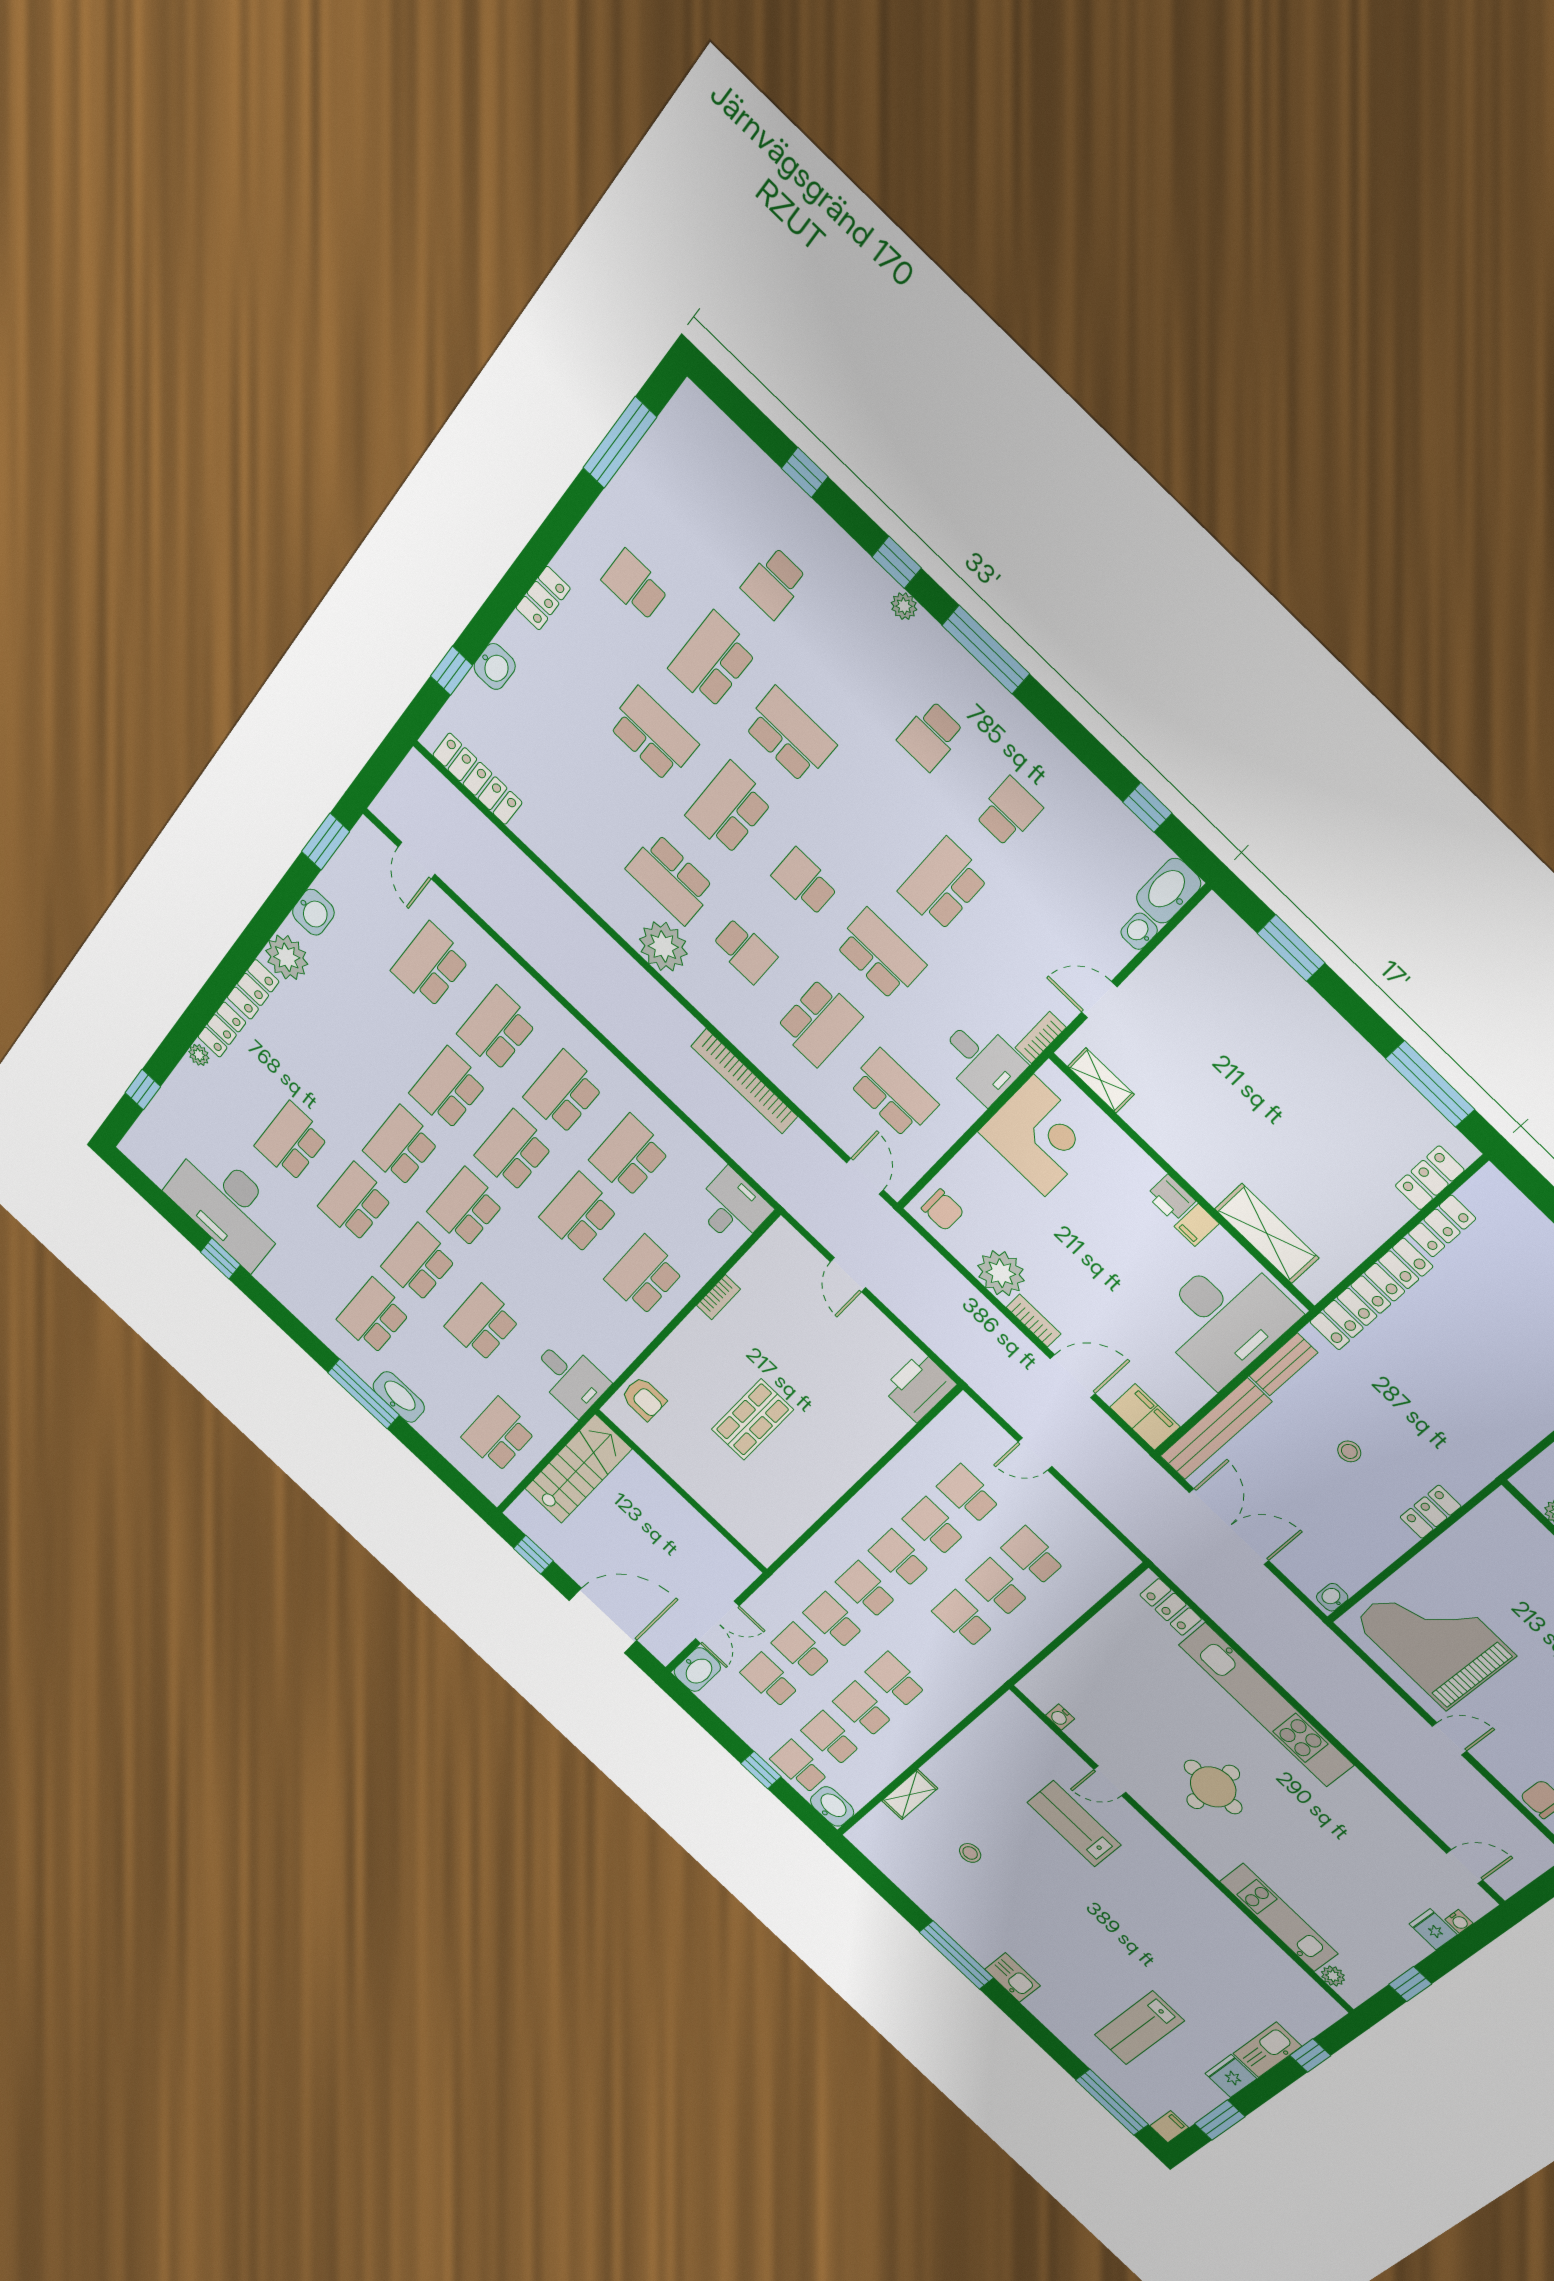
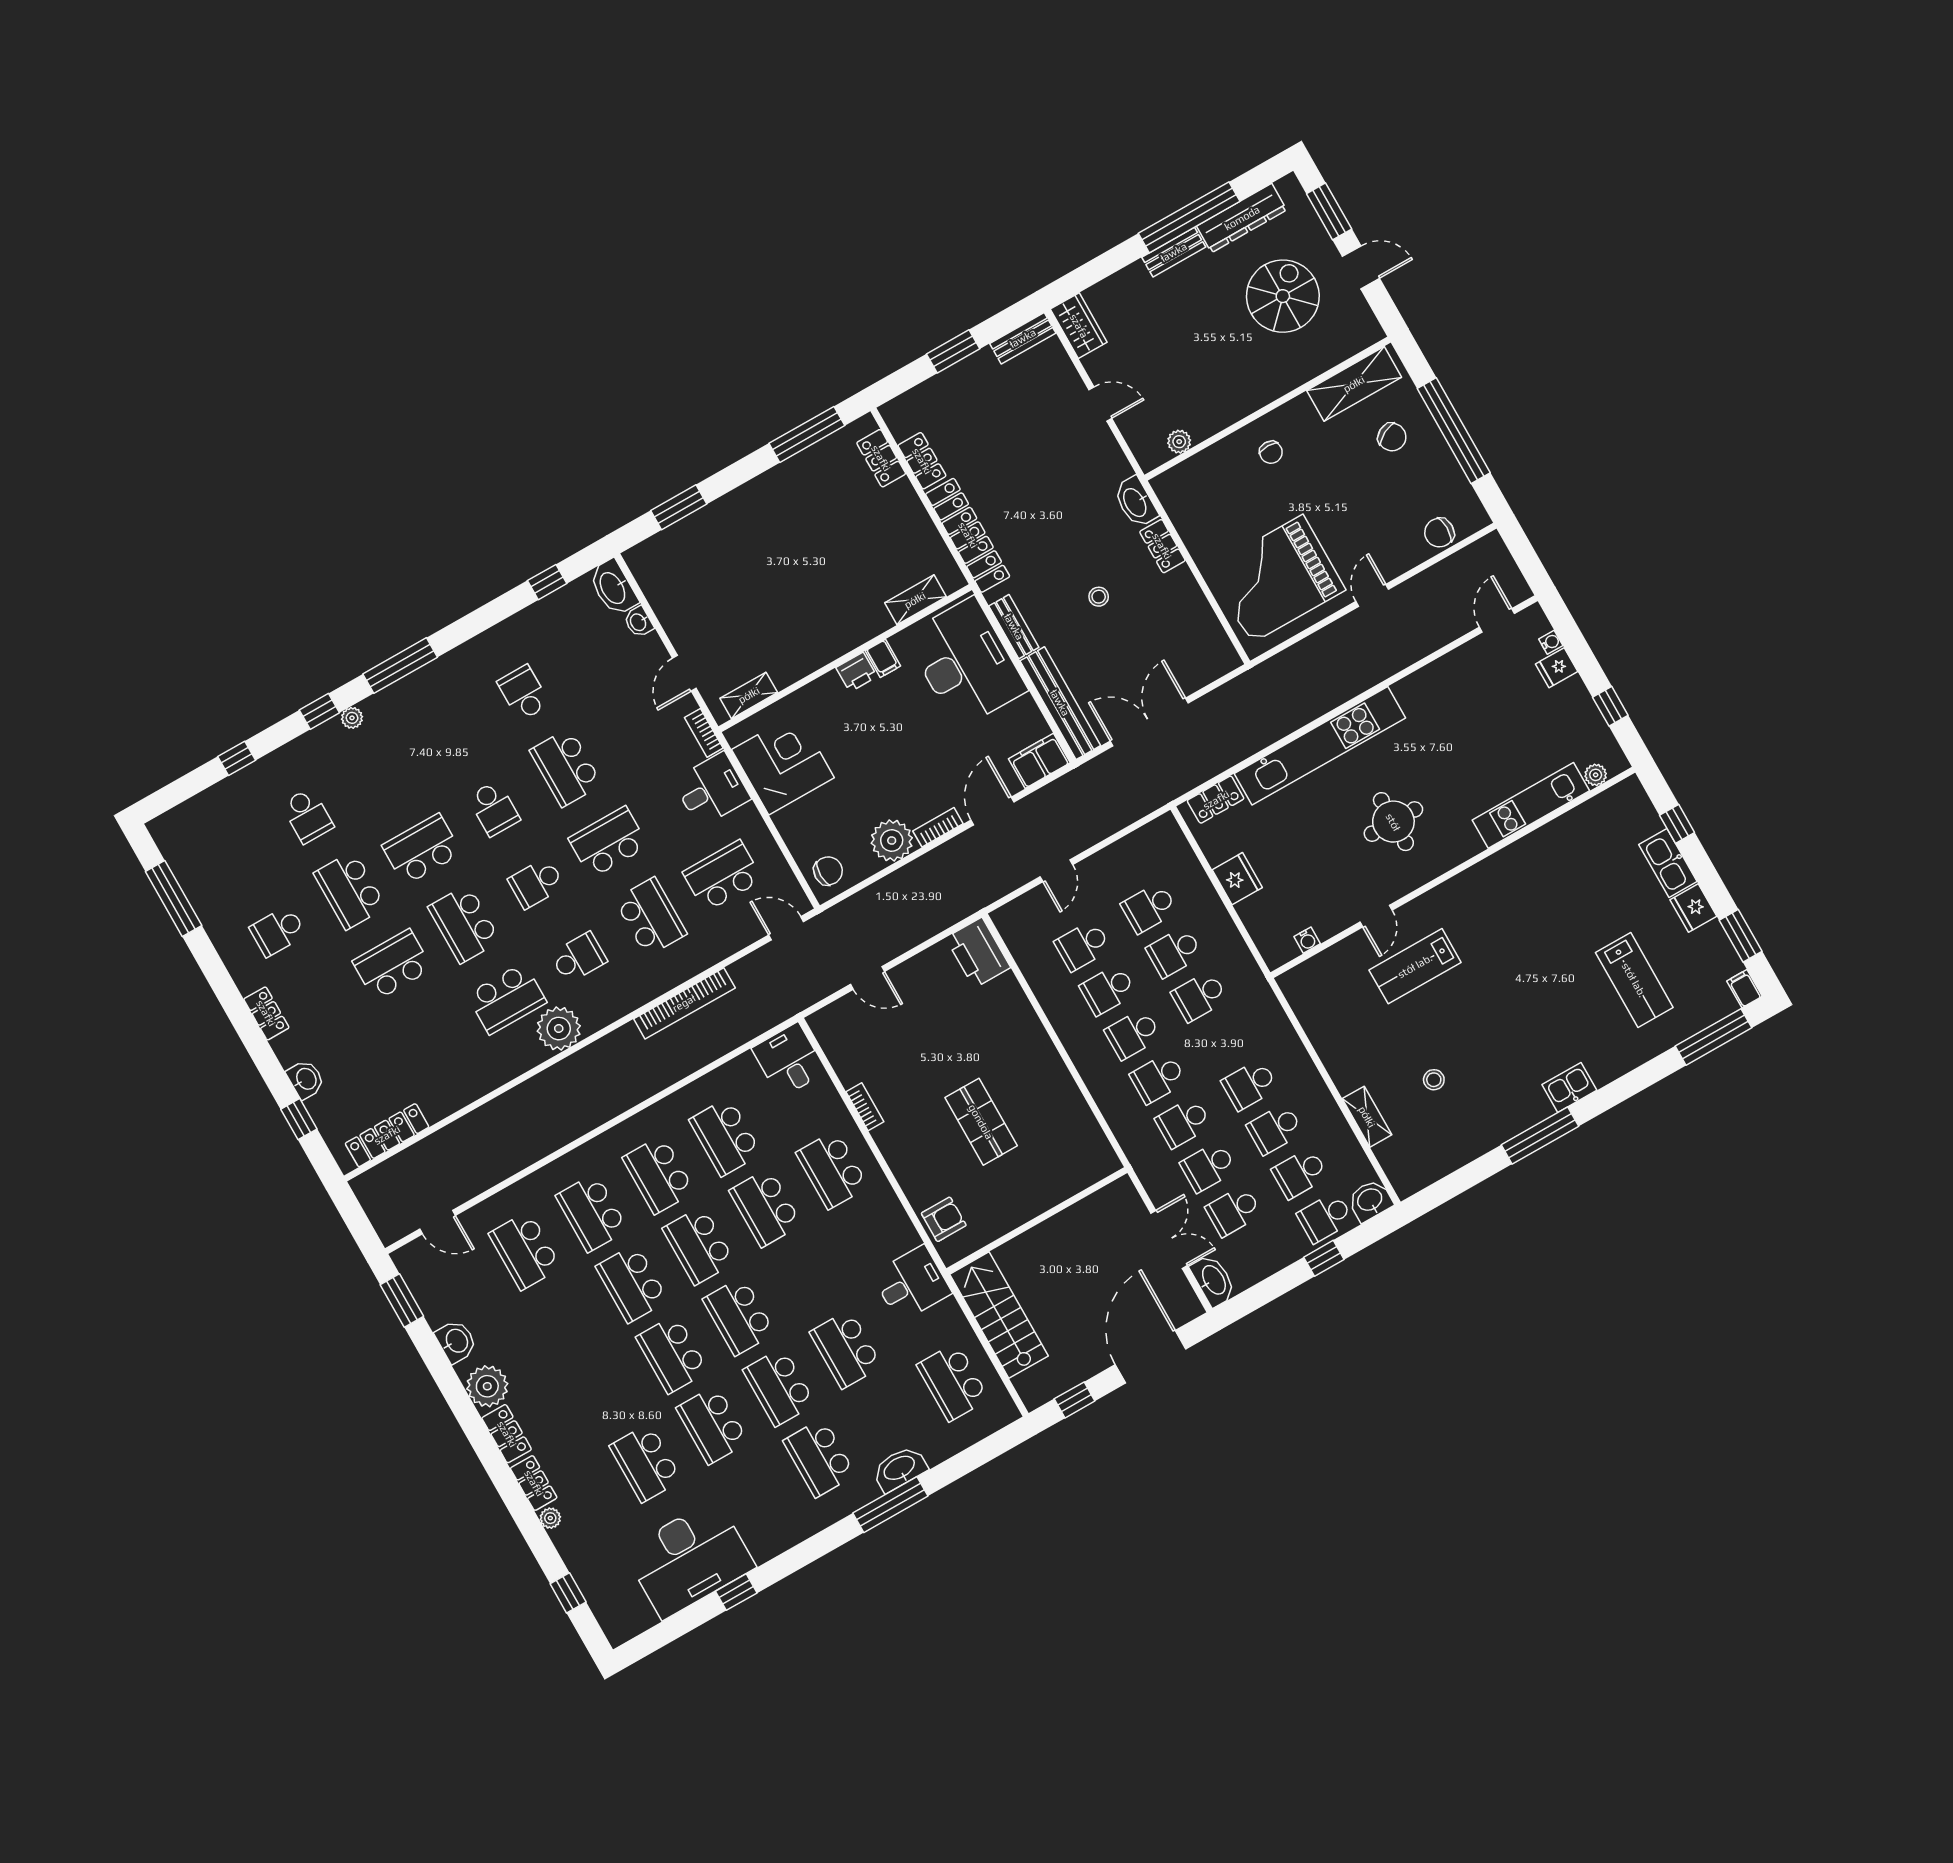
school desk: (931, 736) -> (494, 808), moved
shelving: (1267, 1234) -> (915, 600), width x0.67, depth x0.75
washbasin: (1332, 1597) -> (1136, 502), moved, width x1.91, depth x1.45
fridge: (1096, 1640) -> (1237, 879), added

